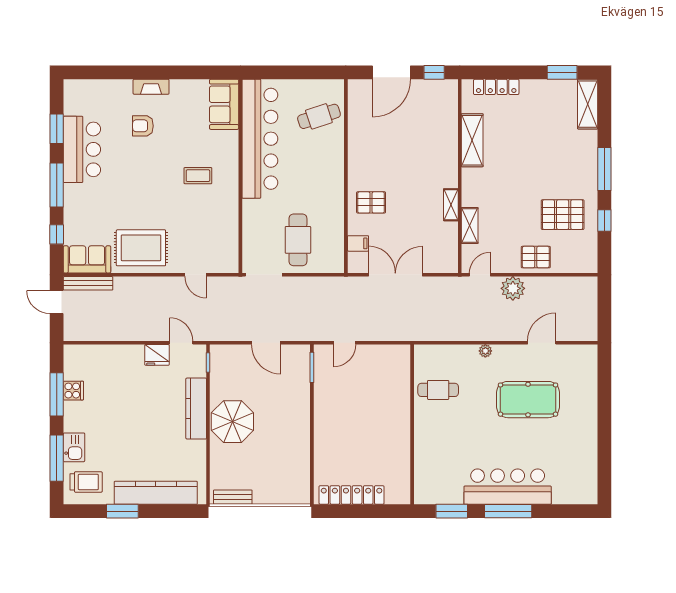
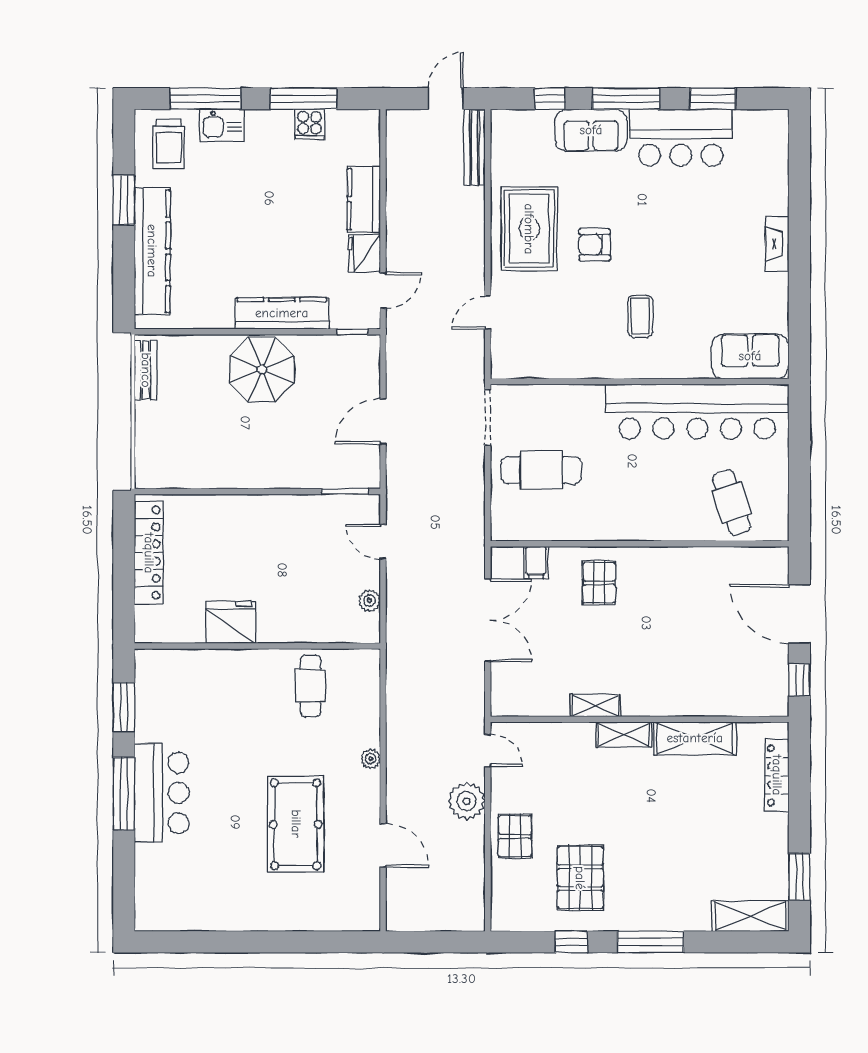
armchair: (143, 126) -> (595, 245), moved, turned -90
shelving: (470, 225) -> (624, 734), moved
sofa: (87, 259) -> (591, 130), moved, turned 90
plant: (383, 352) -> (370, 601), added
kitchen counter: (122, 355) -> (364, 199), added
fridge: (397, 442) -> (231, 622), added
bar counter: (508, 487) -> (162, 793), width x0.73

